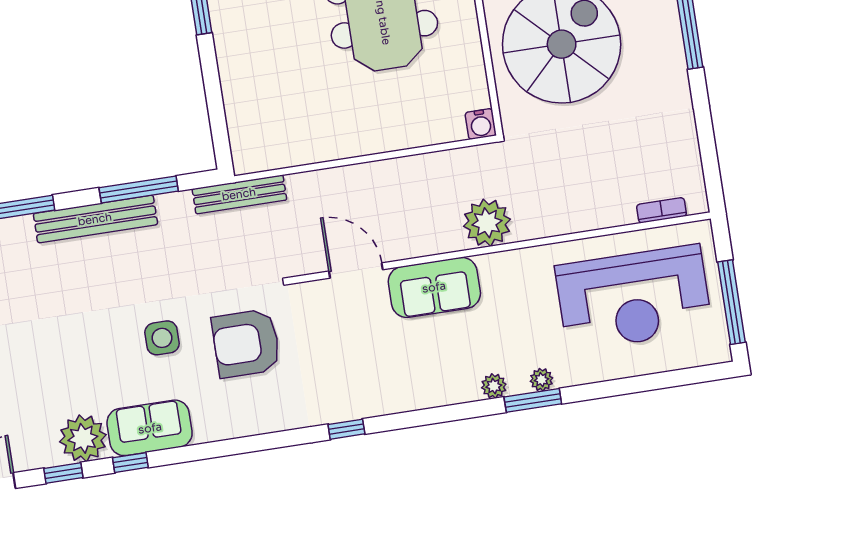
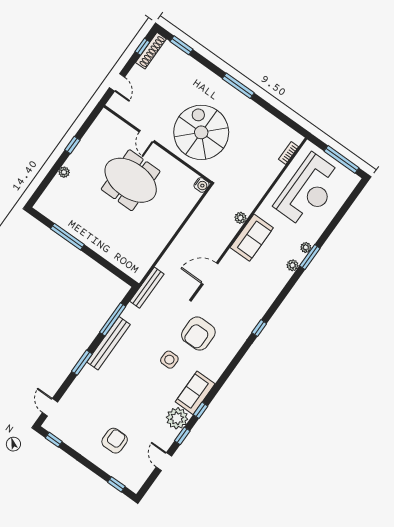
plant: (487, 223) -> (240, 218), width x0.53, depth x0.53
sofa: (434, 287) -> (252, 238), moved

